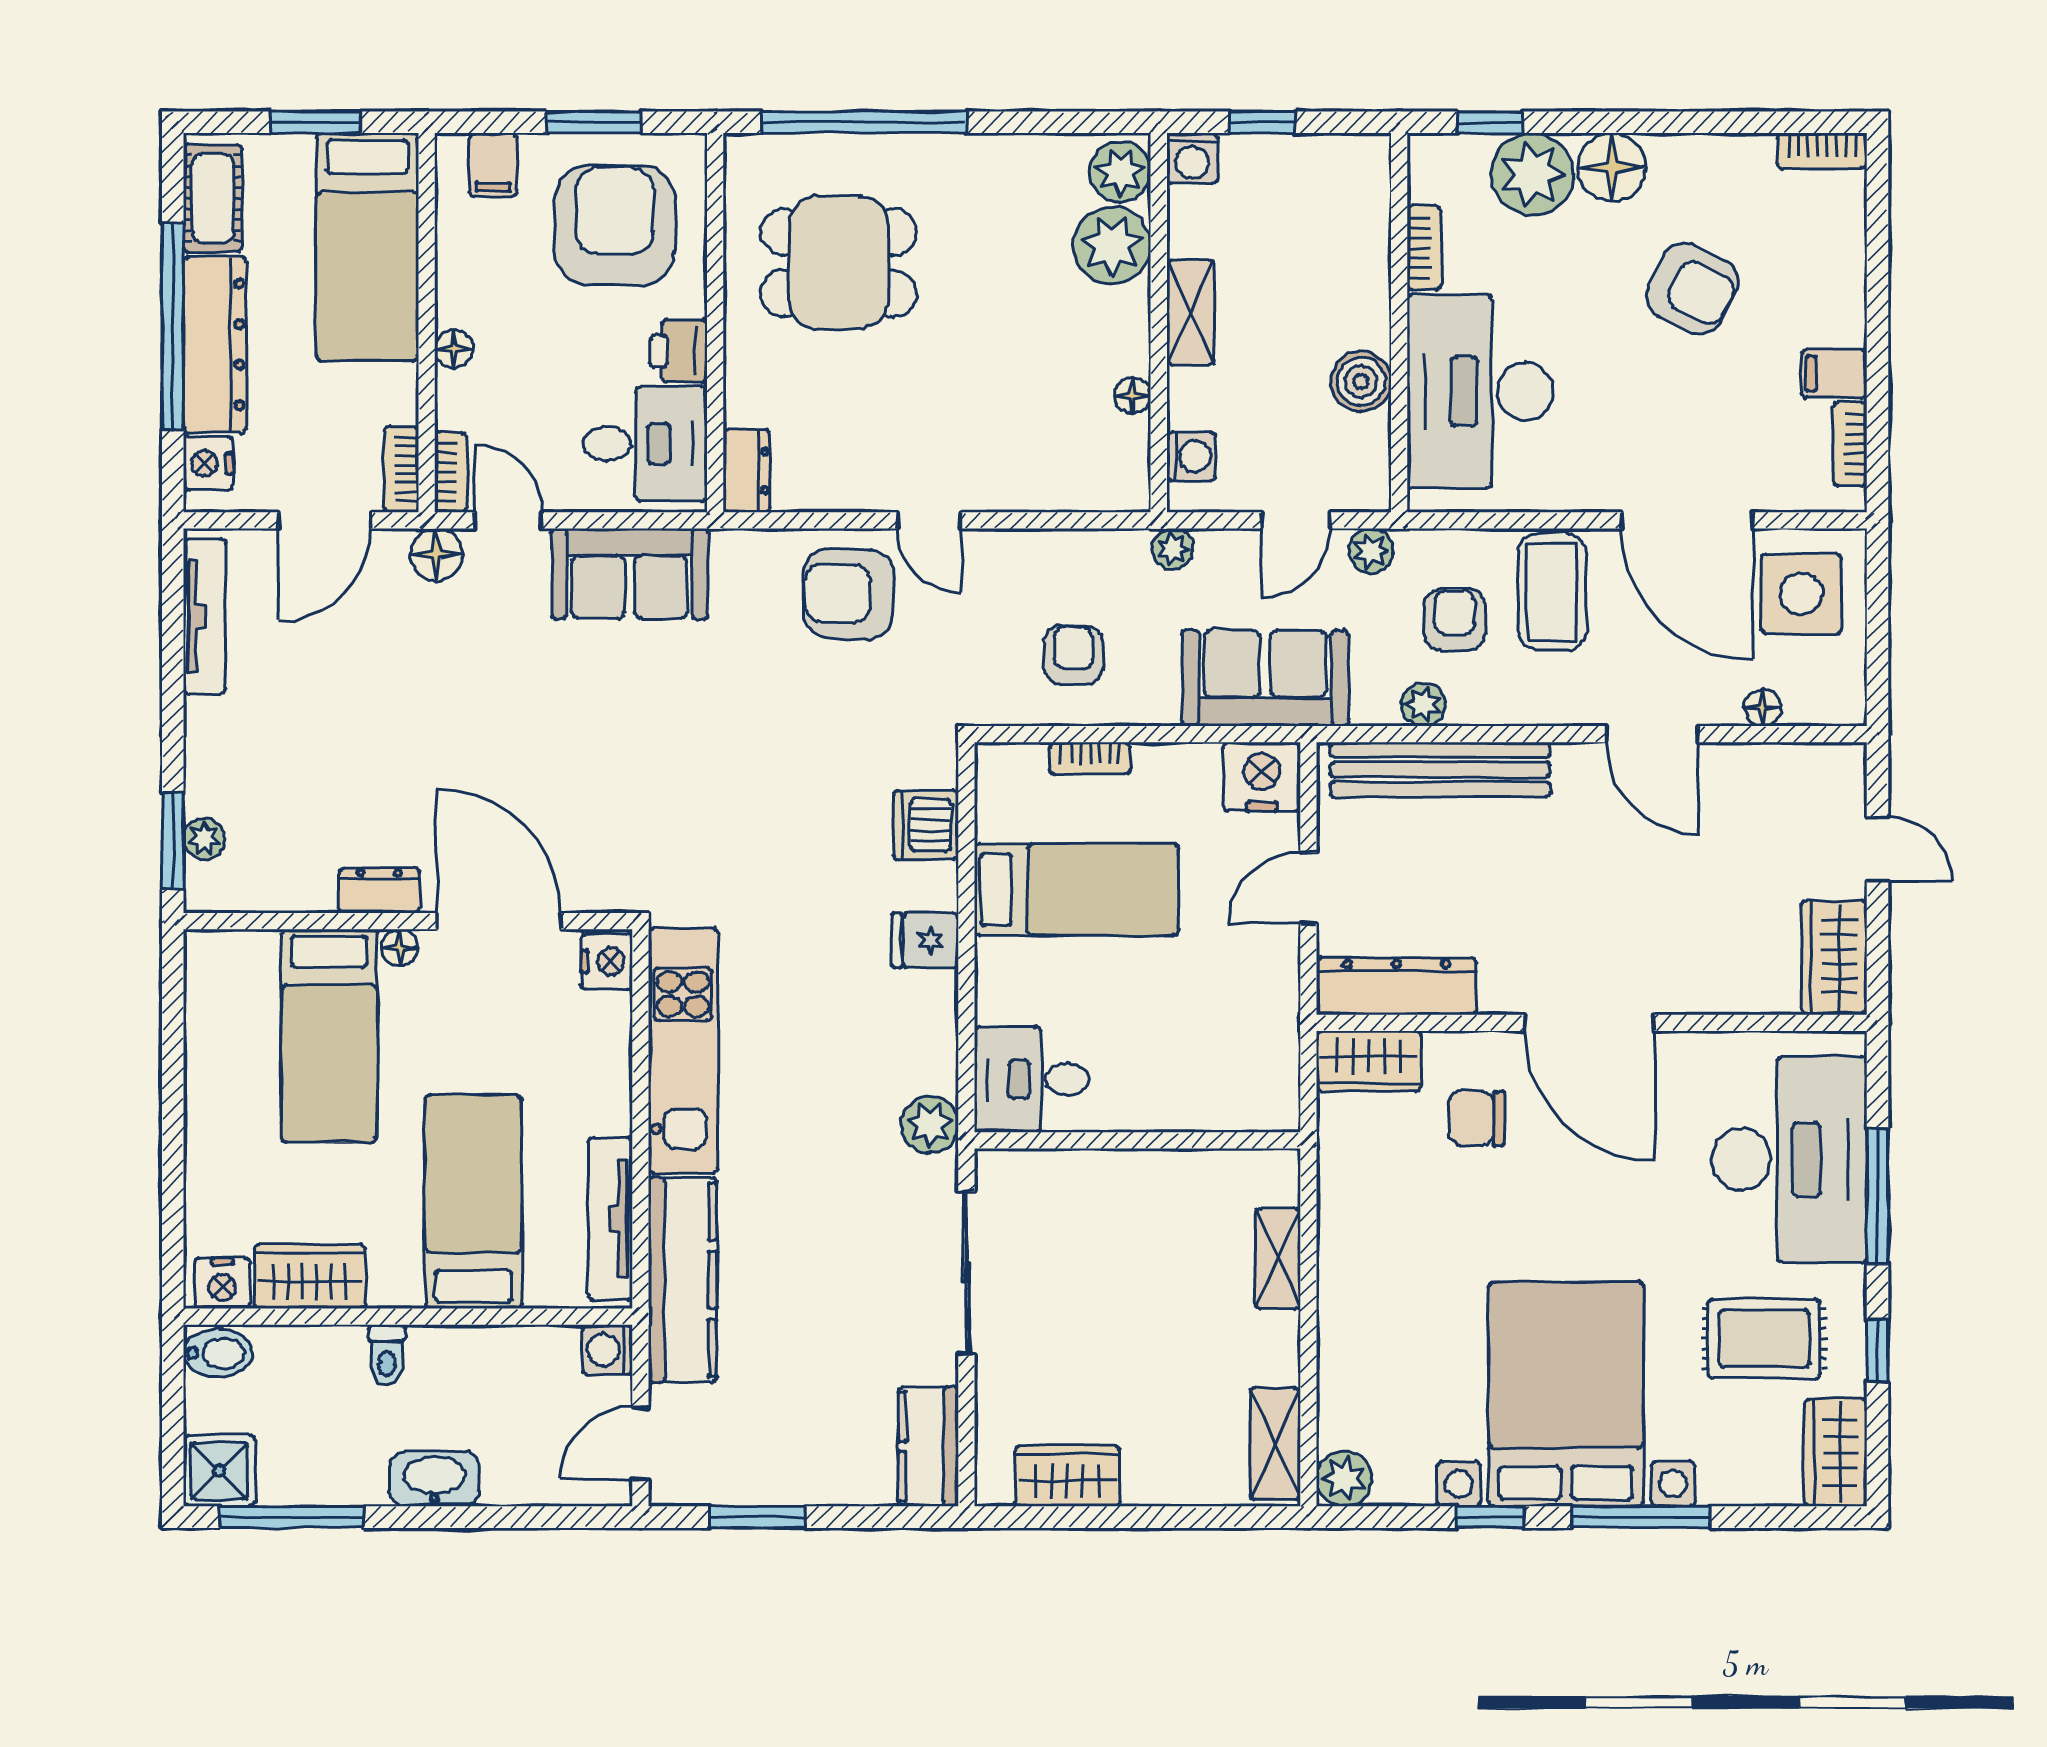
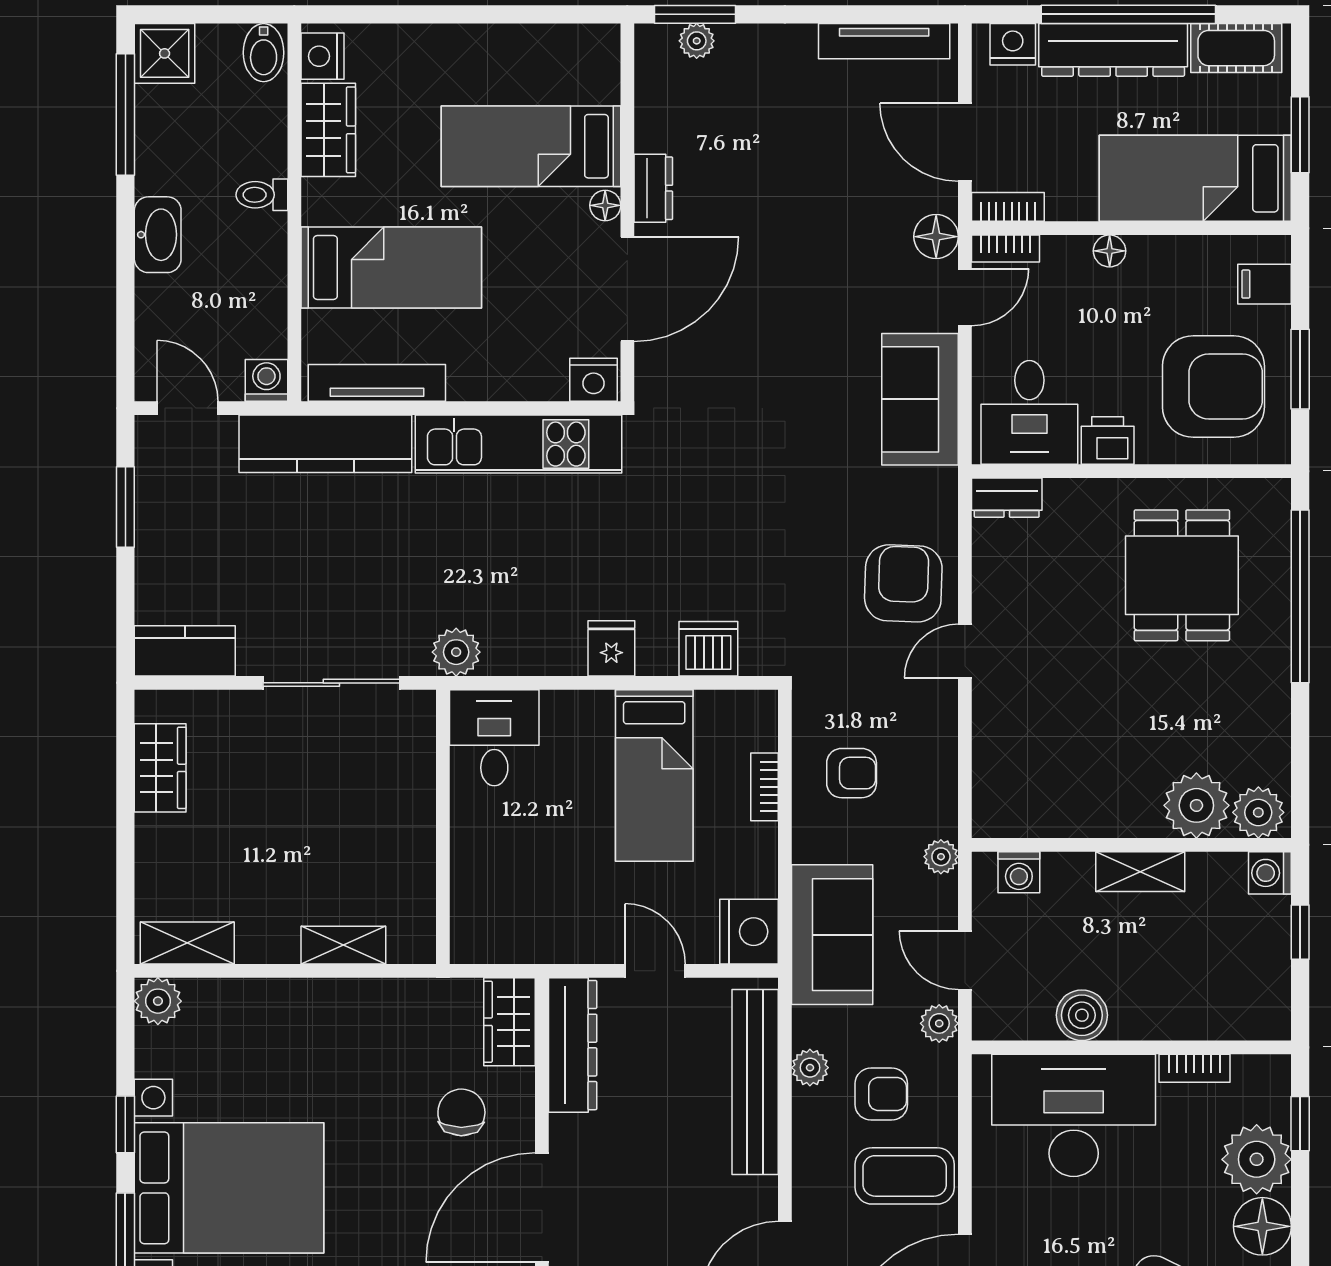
floor lamp: (1132, 395) -> (1070, 823), removed

